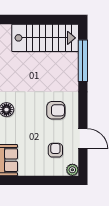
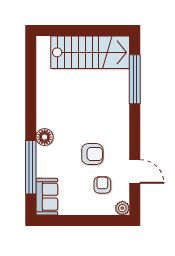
armchair: (56, 110) -> (92, 154), moved

